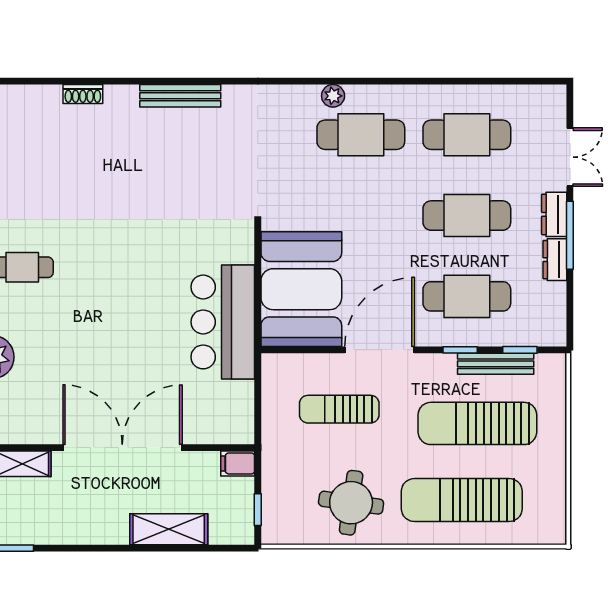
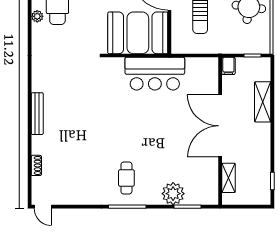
shoe rack: (83, 94) -> (36, 165), moved
bench: (180, 96) -> (37, 114), moved

